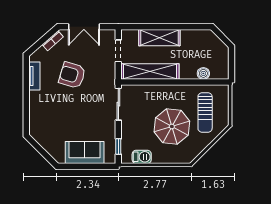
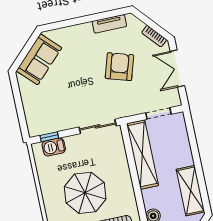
shelving: (159, 38) -> (190, 191), moved
sofa: (85, 152) -> (39, 59), moved, turned 45
barbecue: (142, 157) -> (54, 147), moved, turned 90

